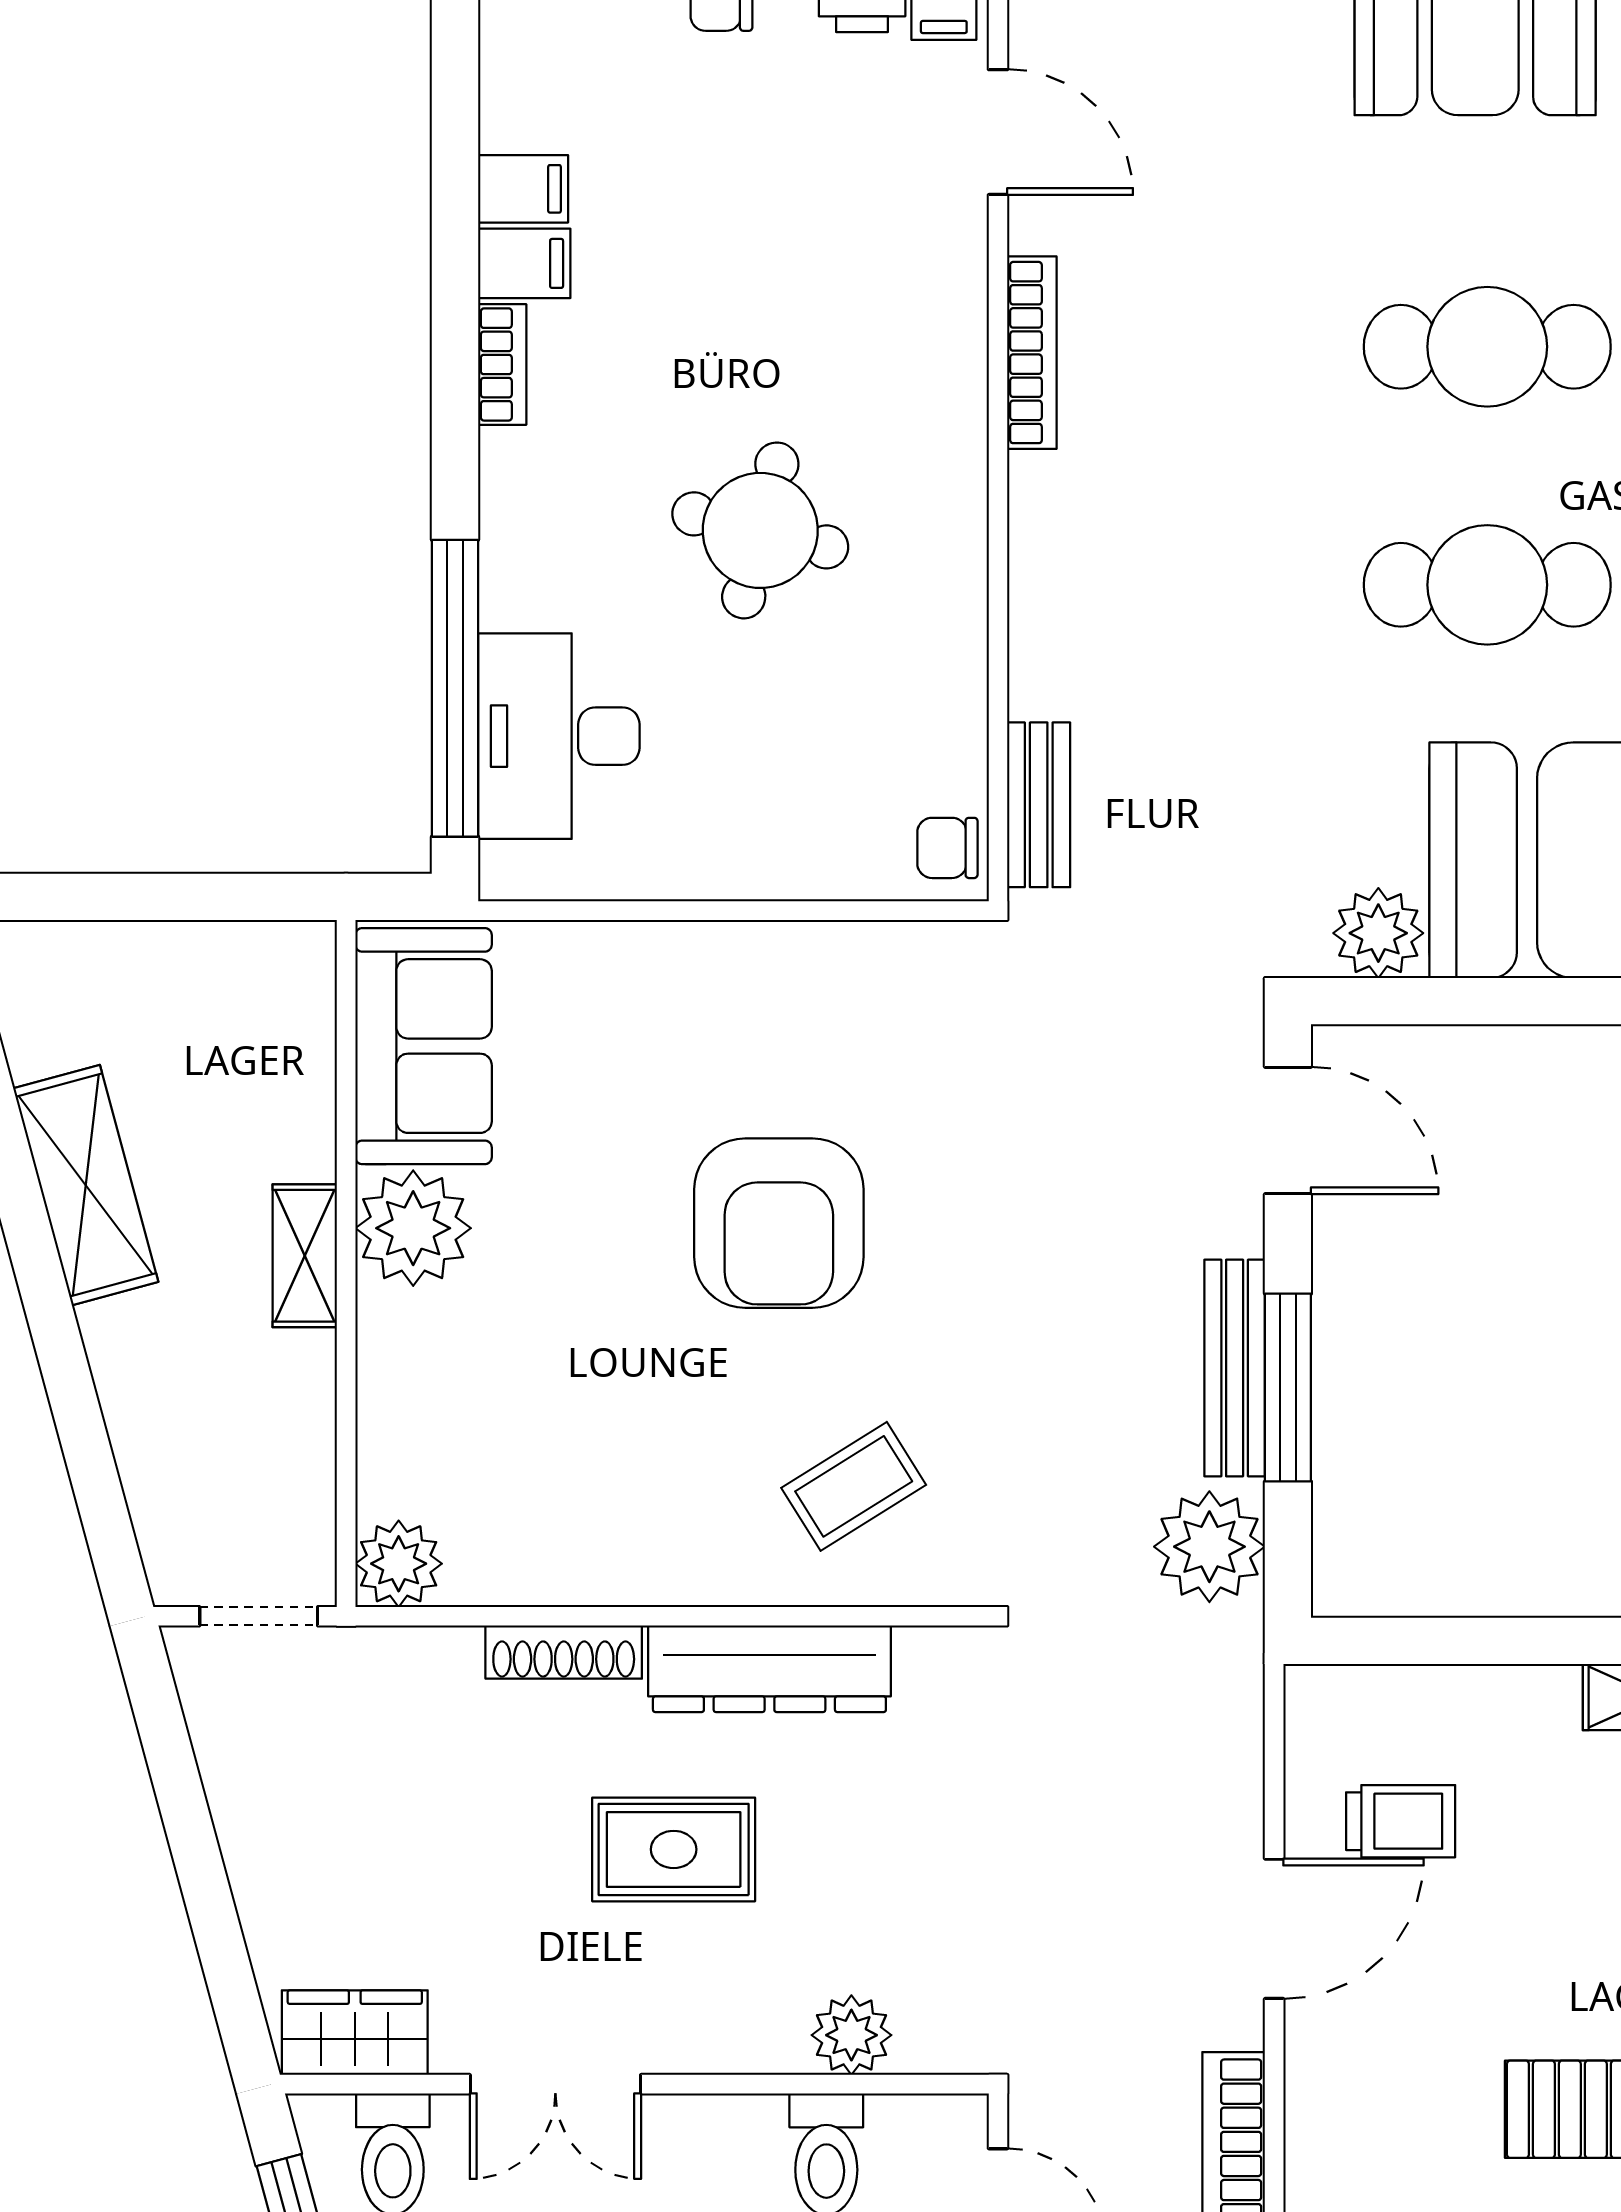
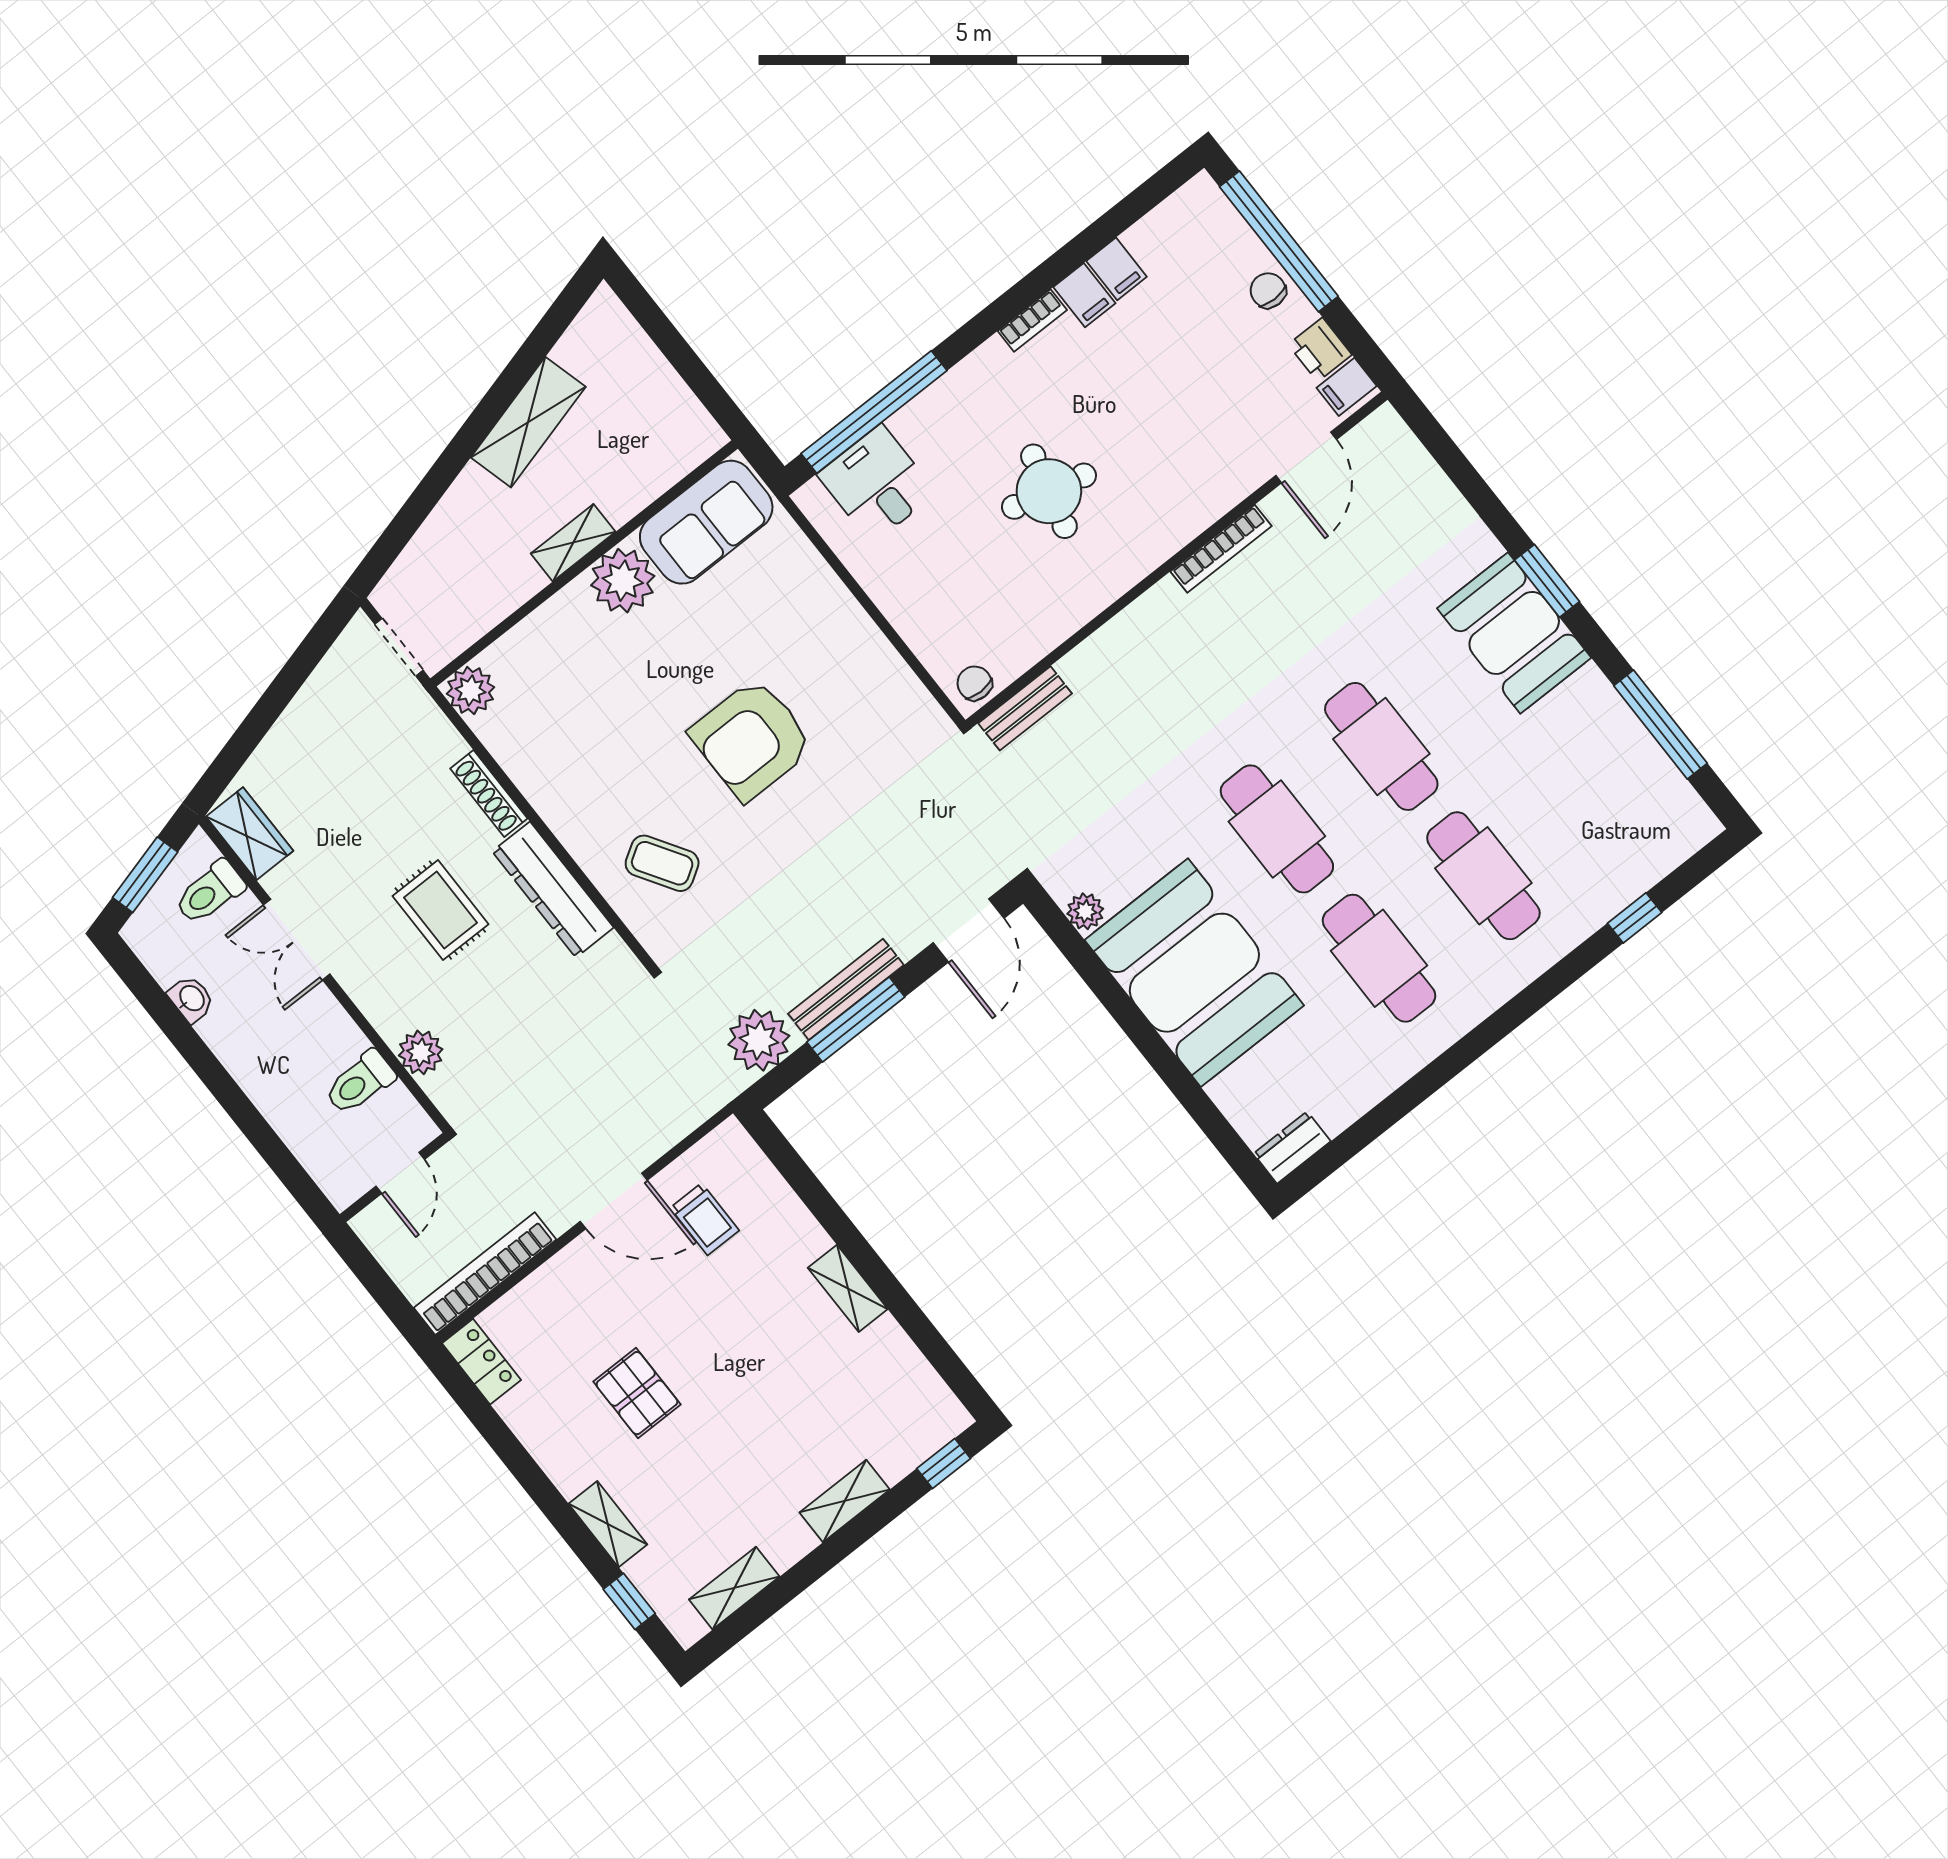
desk: (559, 736) -> (877, 484), width x0.73
plant: (1378, 933) -> (1085, 911), width x0.73, depth x0.73

